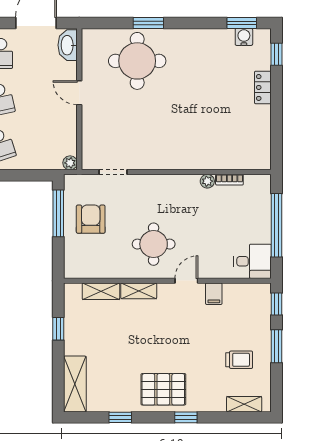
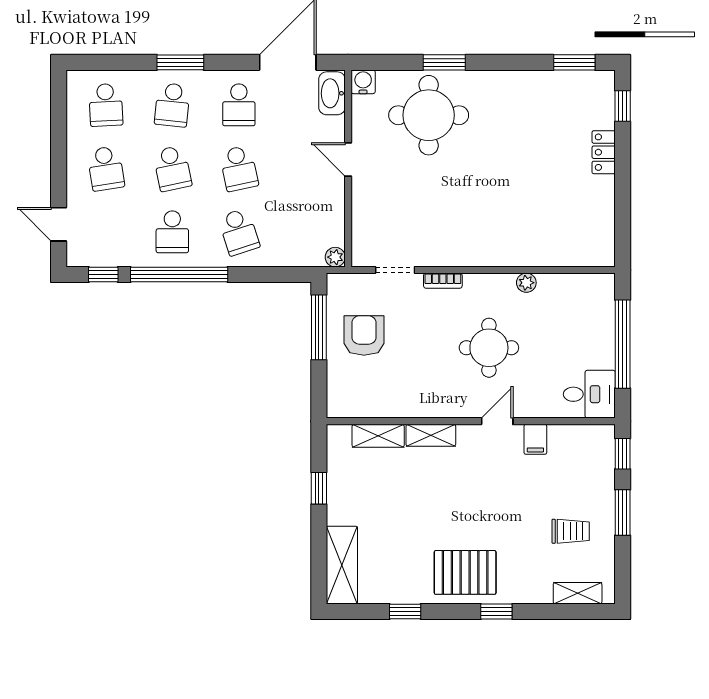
water cooler: (244, 37) -> (363, 82), moved
bookcase: (229, 180) -> (443, 281), moved
round table: (154, 244) -> (489, 348), moved

